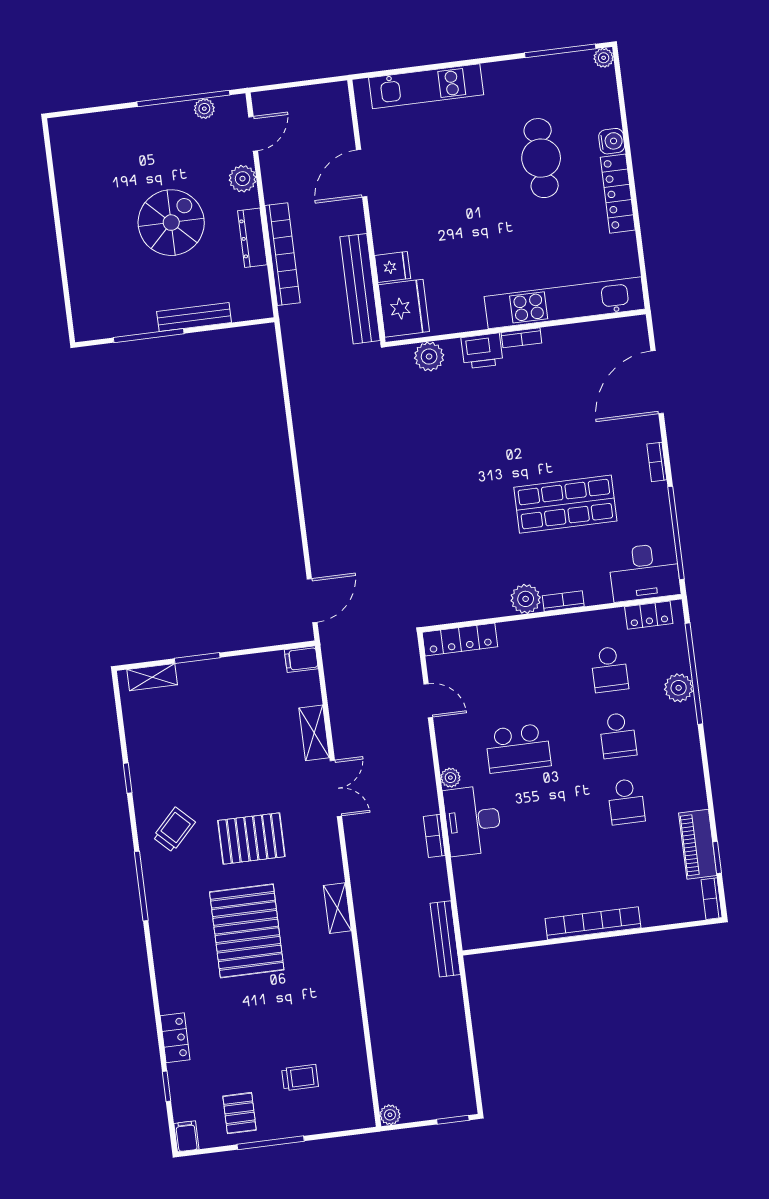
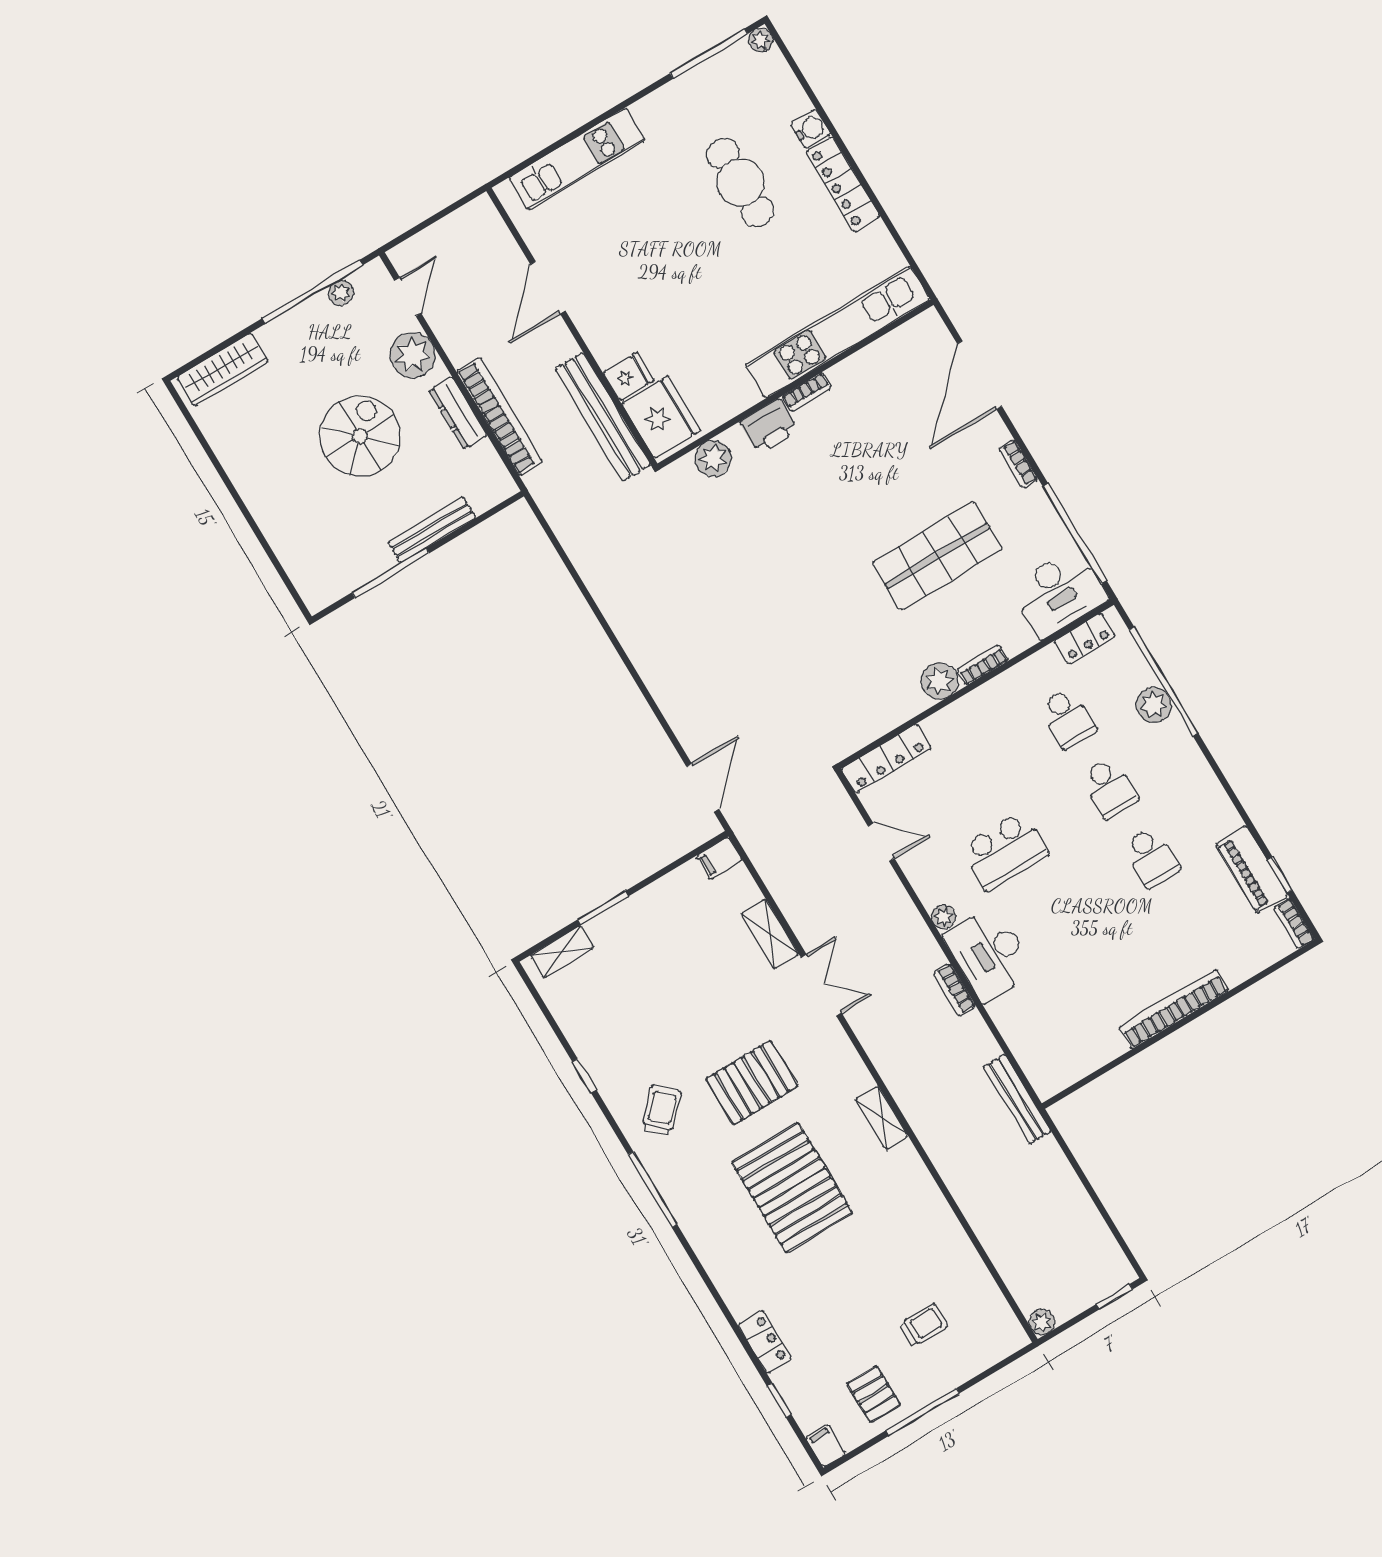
wardrobe: (90, 127) -> (222, 369), added
plant: (243, 179) -> (413, 355), width x1.36, depth x1.36

